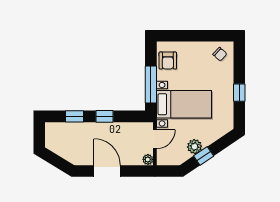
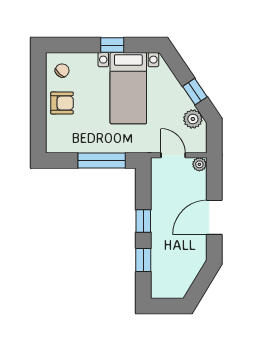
armchair: (168, 61) -> (62, 103), moved
bed with nightstands: (184, 104) -> (128, 88), moved, turned 180
plant: (194, 147) -> (193, 119), moved

